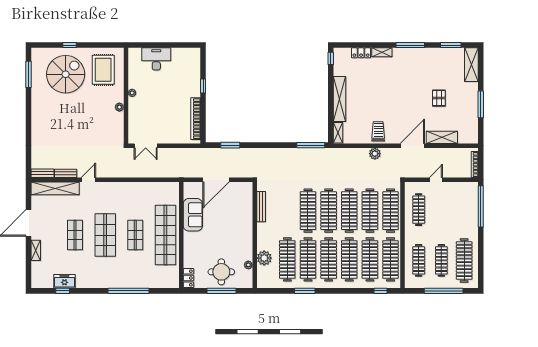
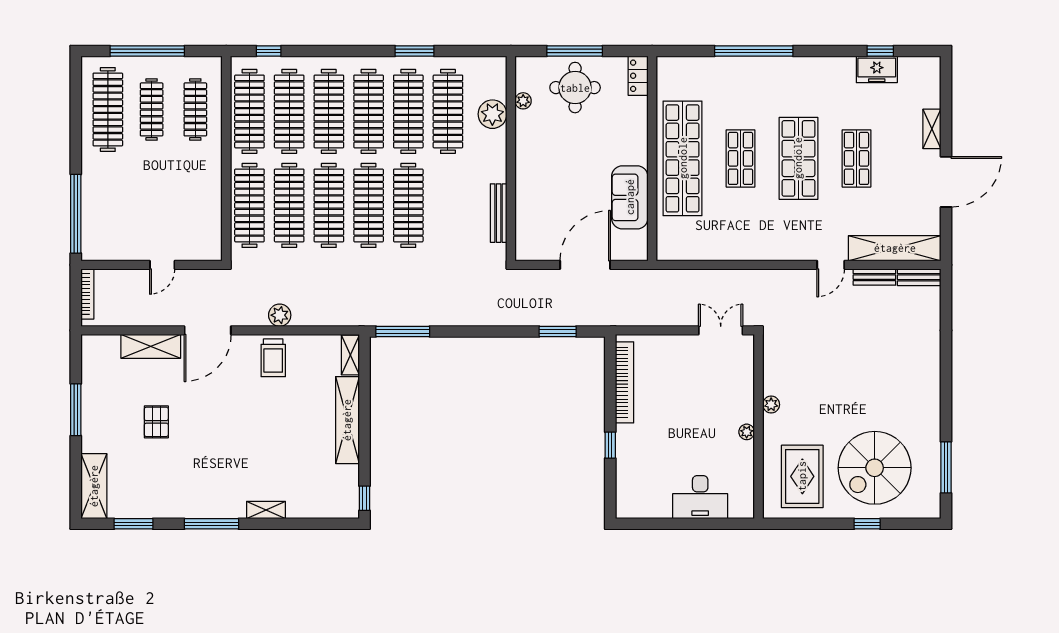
locker: (361, 53) -> (306, 509), removed
clothes rail: (419, 210) -> (195, 207), removed

